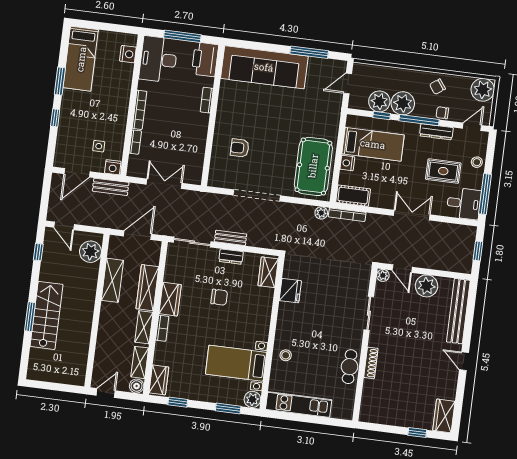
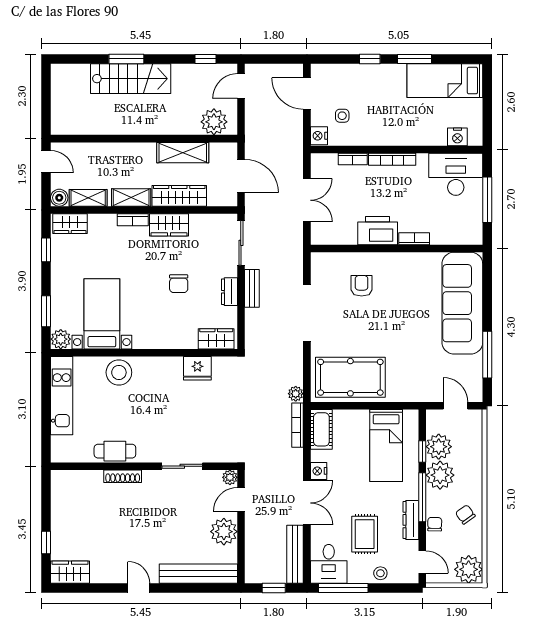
printer: (205, 59) -> (378, 231), moved
nightstand: (347, 163) -> (319, 471), moved, turned -90
bench: (111, 187) -> (295, 554), moved, width x1.36
stool: (286, 355) -> (119, 372), width x1.89, depth x1.89
door: (464, 361) -> (139, 588), hinge flipped

